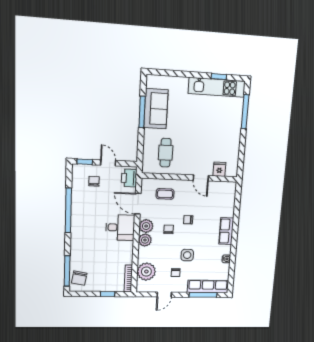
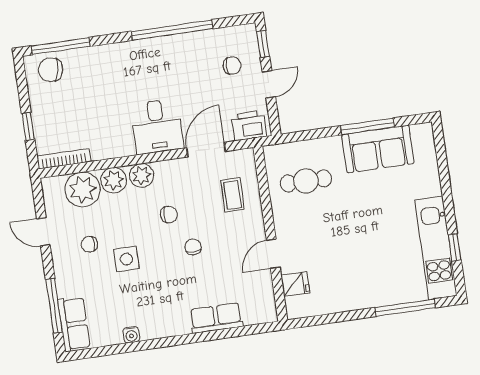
plant: (146, 226) -> (114, 180), moved
row of seats: (226, 231) -> (216, 318), moved
row of seats: (208, 286) -> (74, 324), width x0.68

